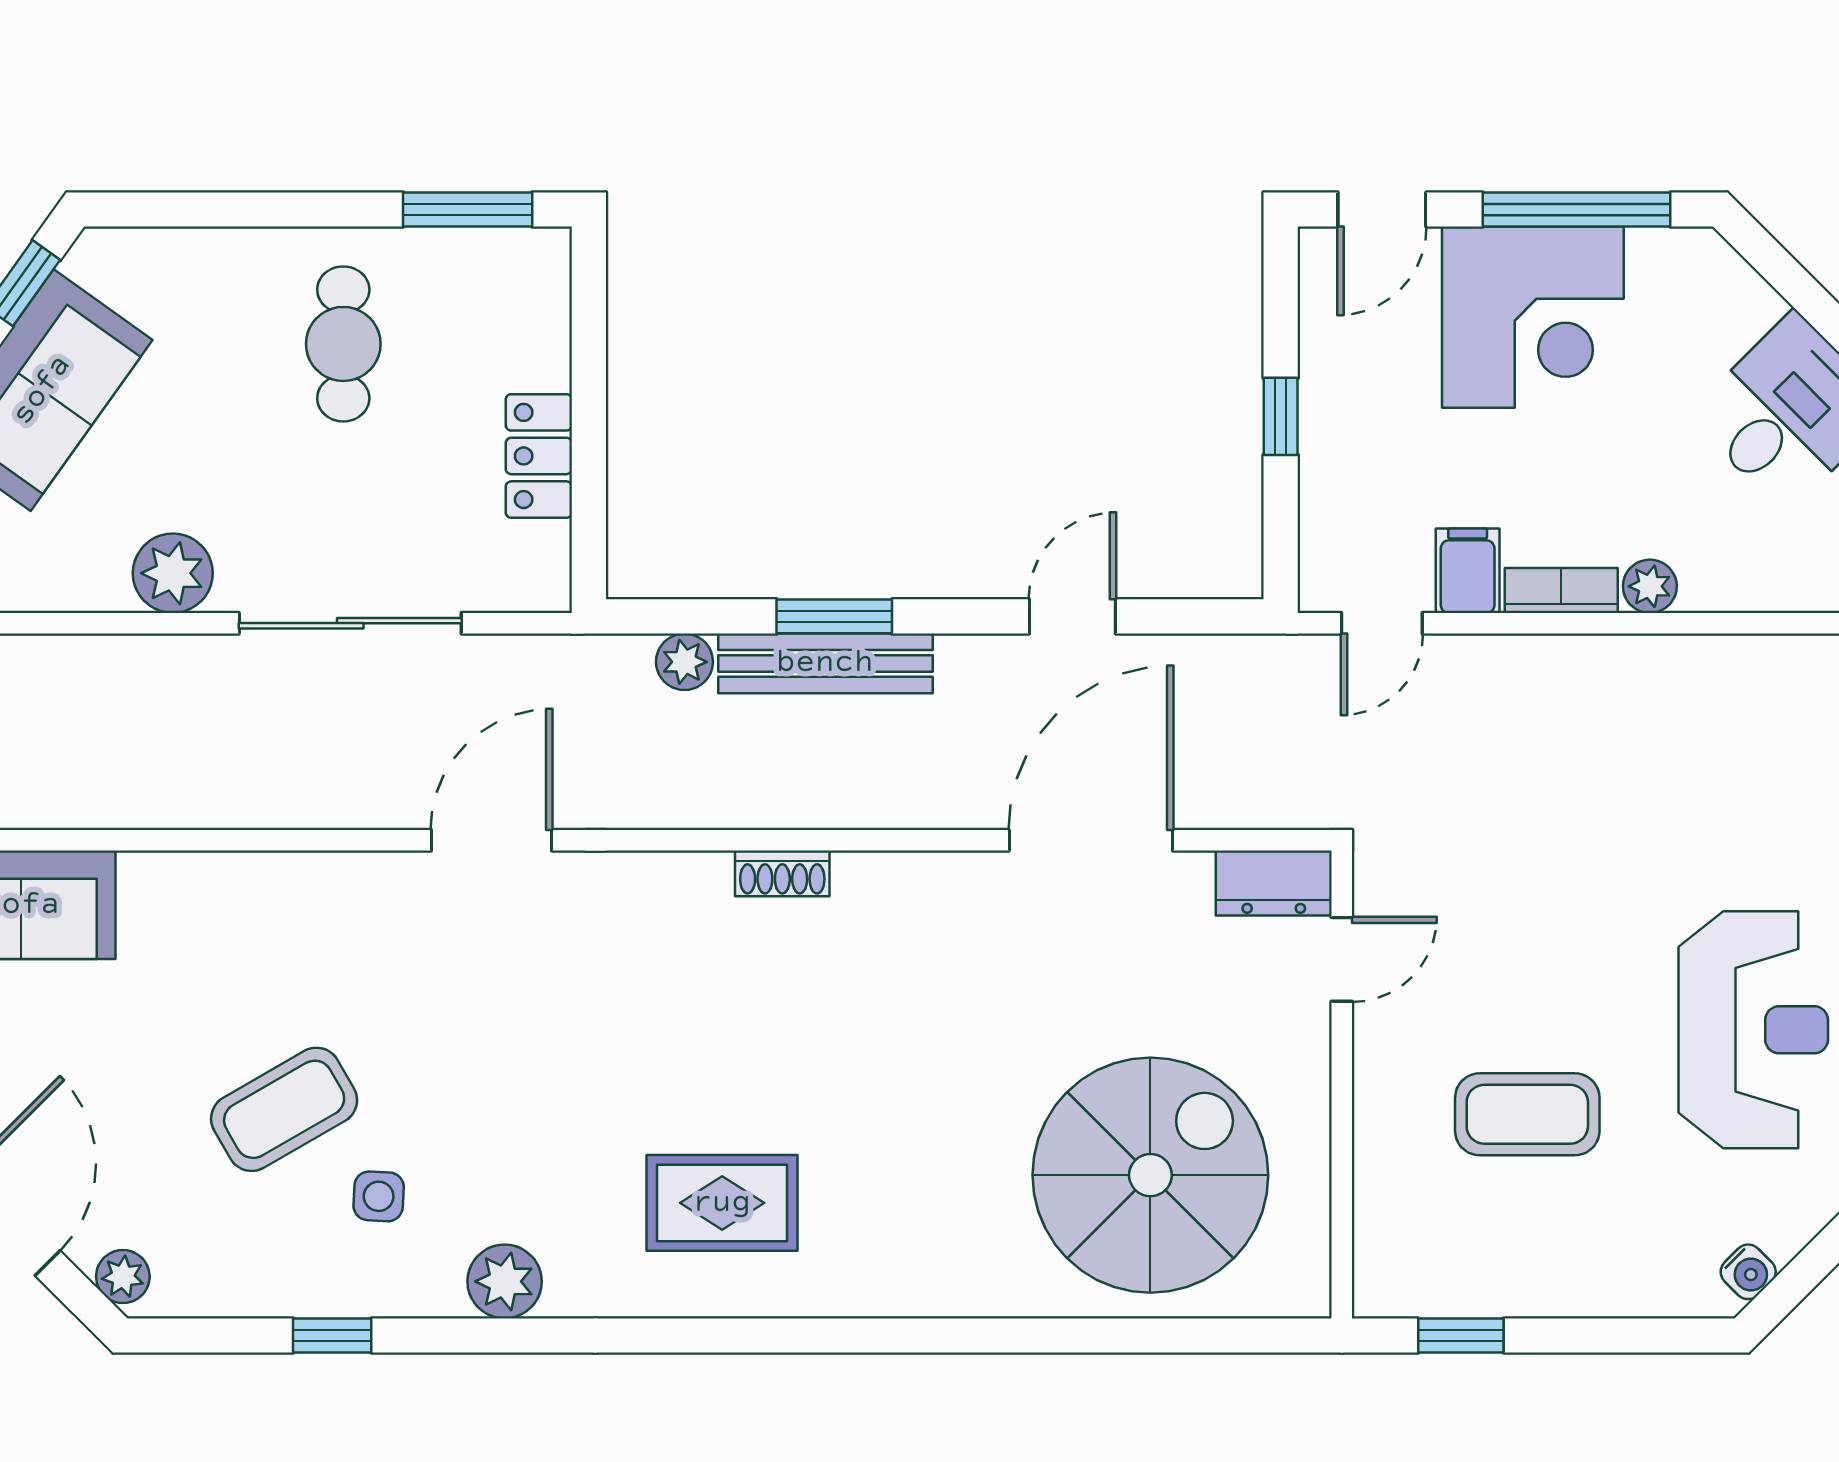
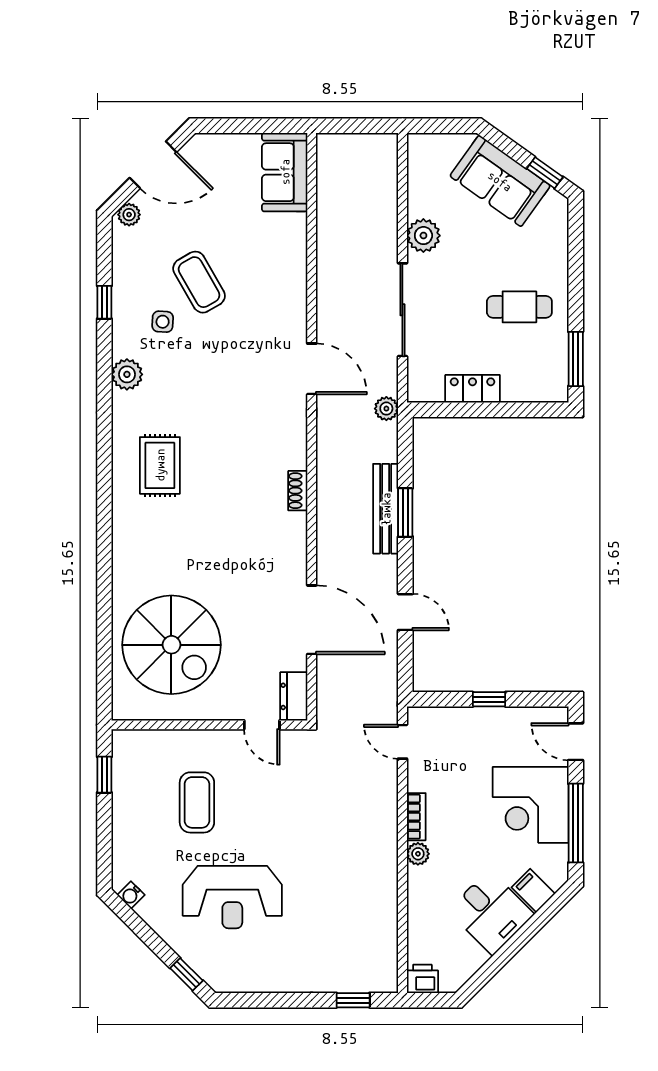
filing cabinet: (1468, 571) -> (533, 891), moved, turned -135
plant: (684, 662) -> (386, 409), moved

